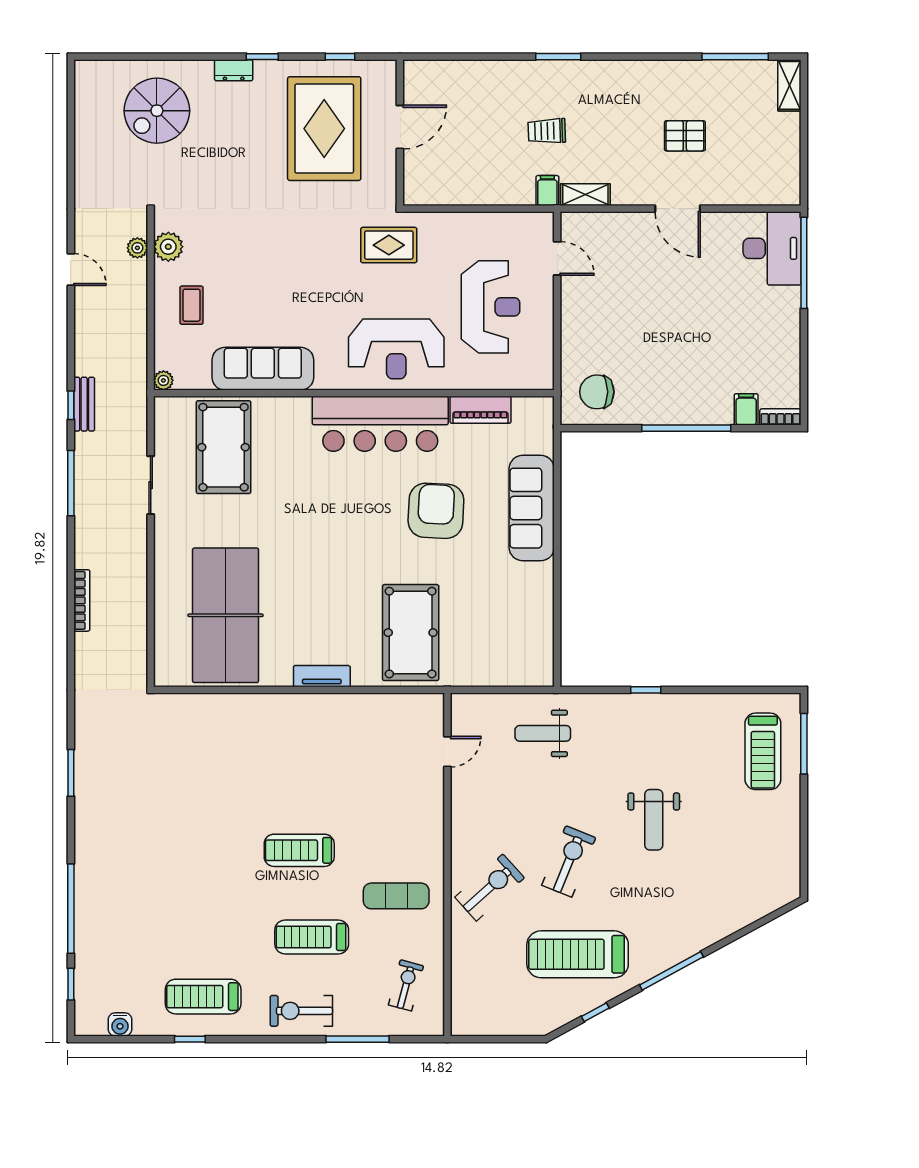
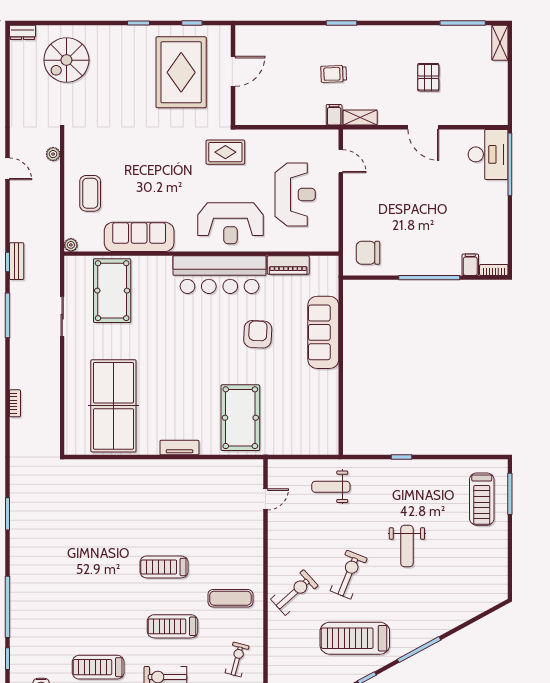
dresser: (234, 70) -> (22, 32), moved
pallet: (685, 136) -> (428, 77), turned 90
plant: (168, 247) -> (74, 153), removed
coffee table: (191, 305) -> (90, 193), width x1.36, depth x1.30
armchair: (436, 511) -> (258, 334), width x0.73, depth x0.73
bookcase: (82, 600) -> (15, 403), width x0.64

